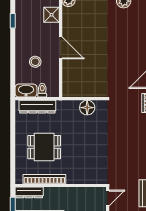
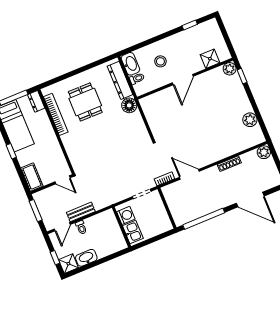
floor lamp: (87, 108) -> (129, 105), moved
dresser: (29, 192) -> (36, 101), width x0.70

